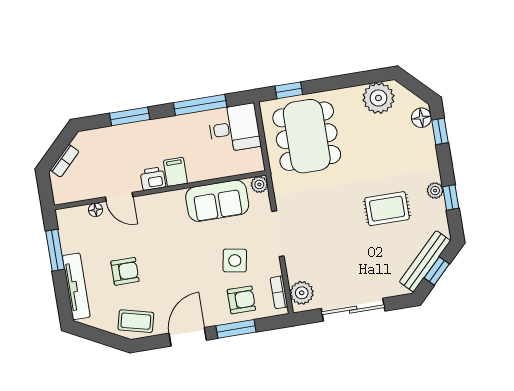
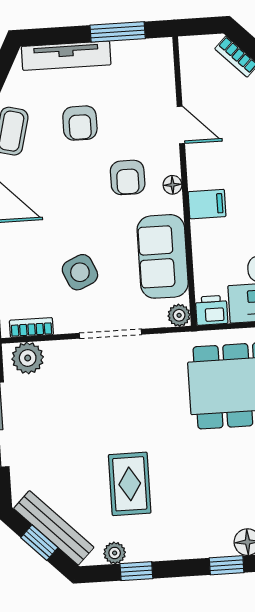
printer: (153, 179) -> (212, 310), moved, turned -90
plant: (435, 191) -> (115, 553), moved
door: (119, 197) -> (181, 125), swing flipped
floor lamp: (96, 210) -> (173, 185), moved
side table: (235, 261) -> (80, 272), turned -34
armchair: (241, 300) -> (128, 177), moved

